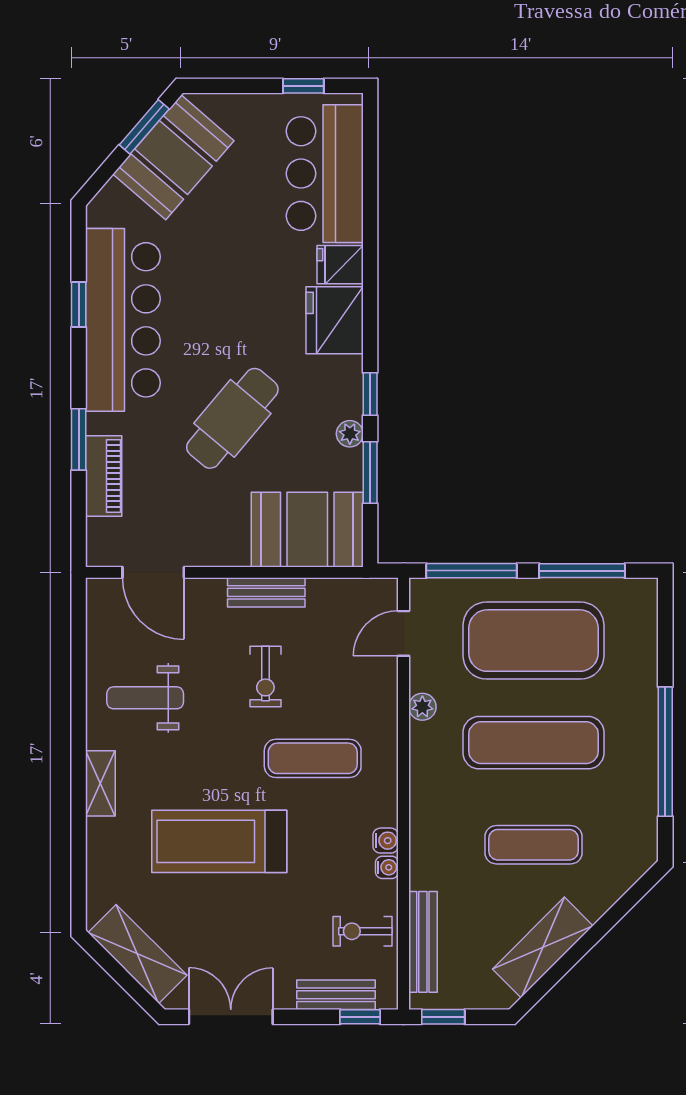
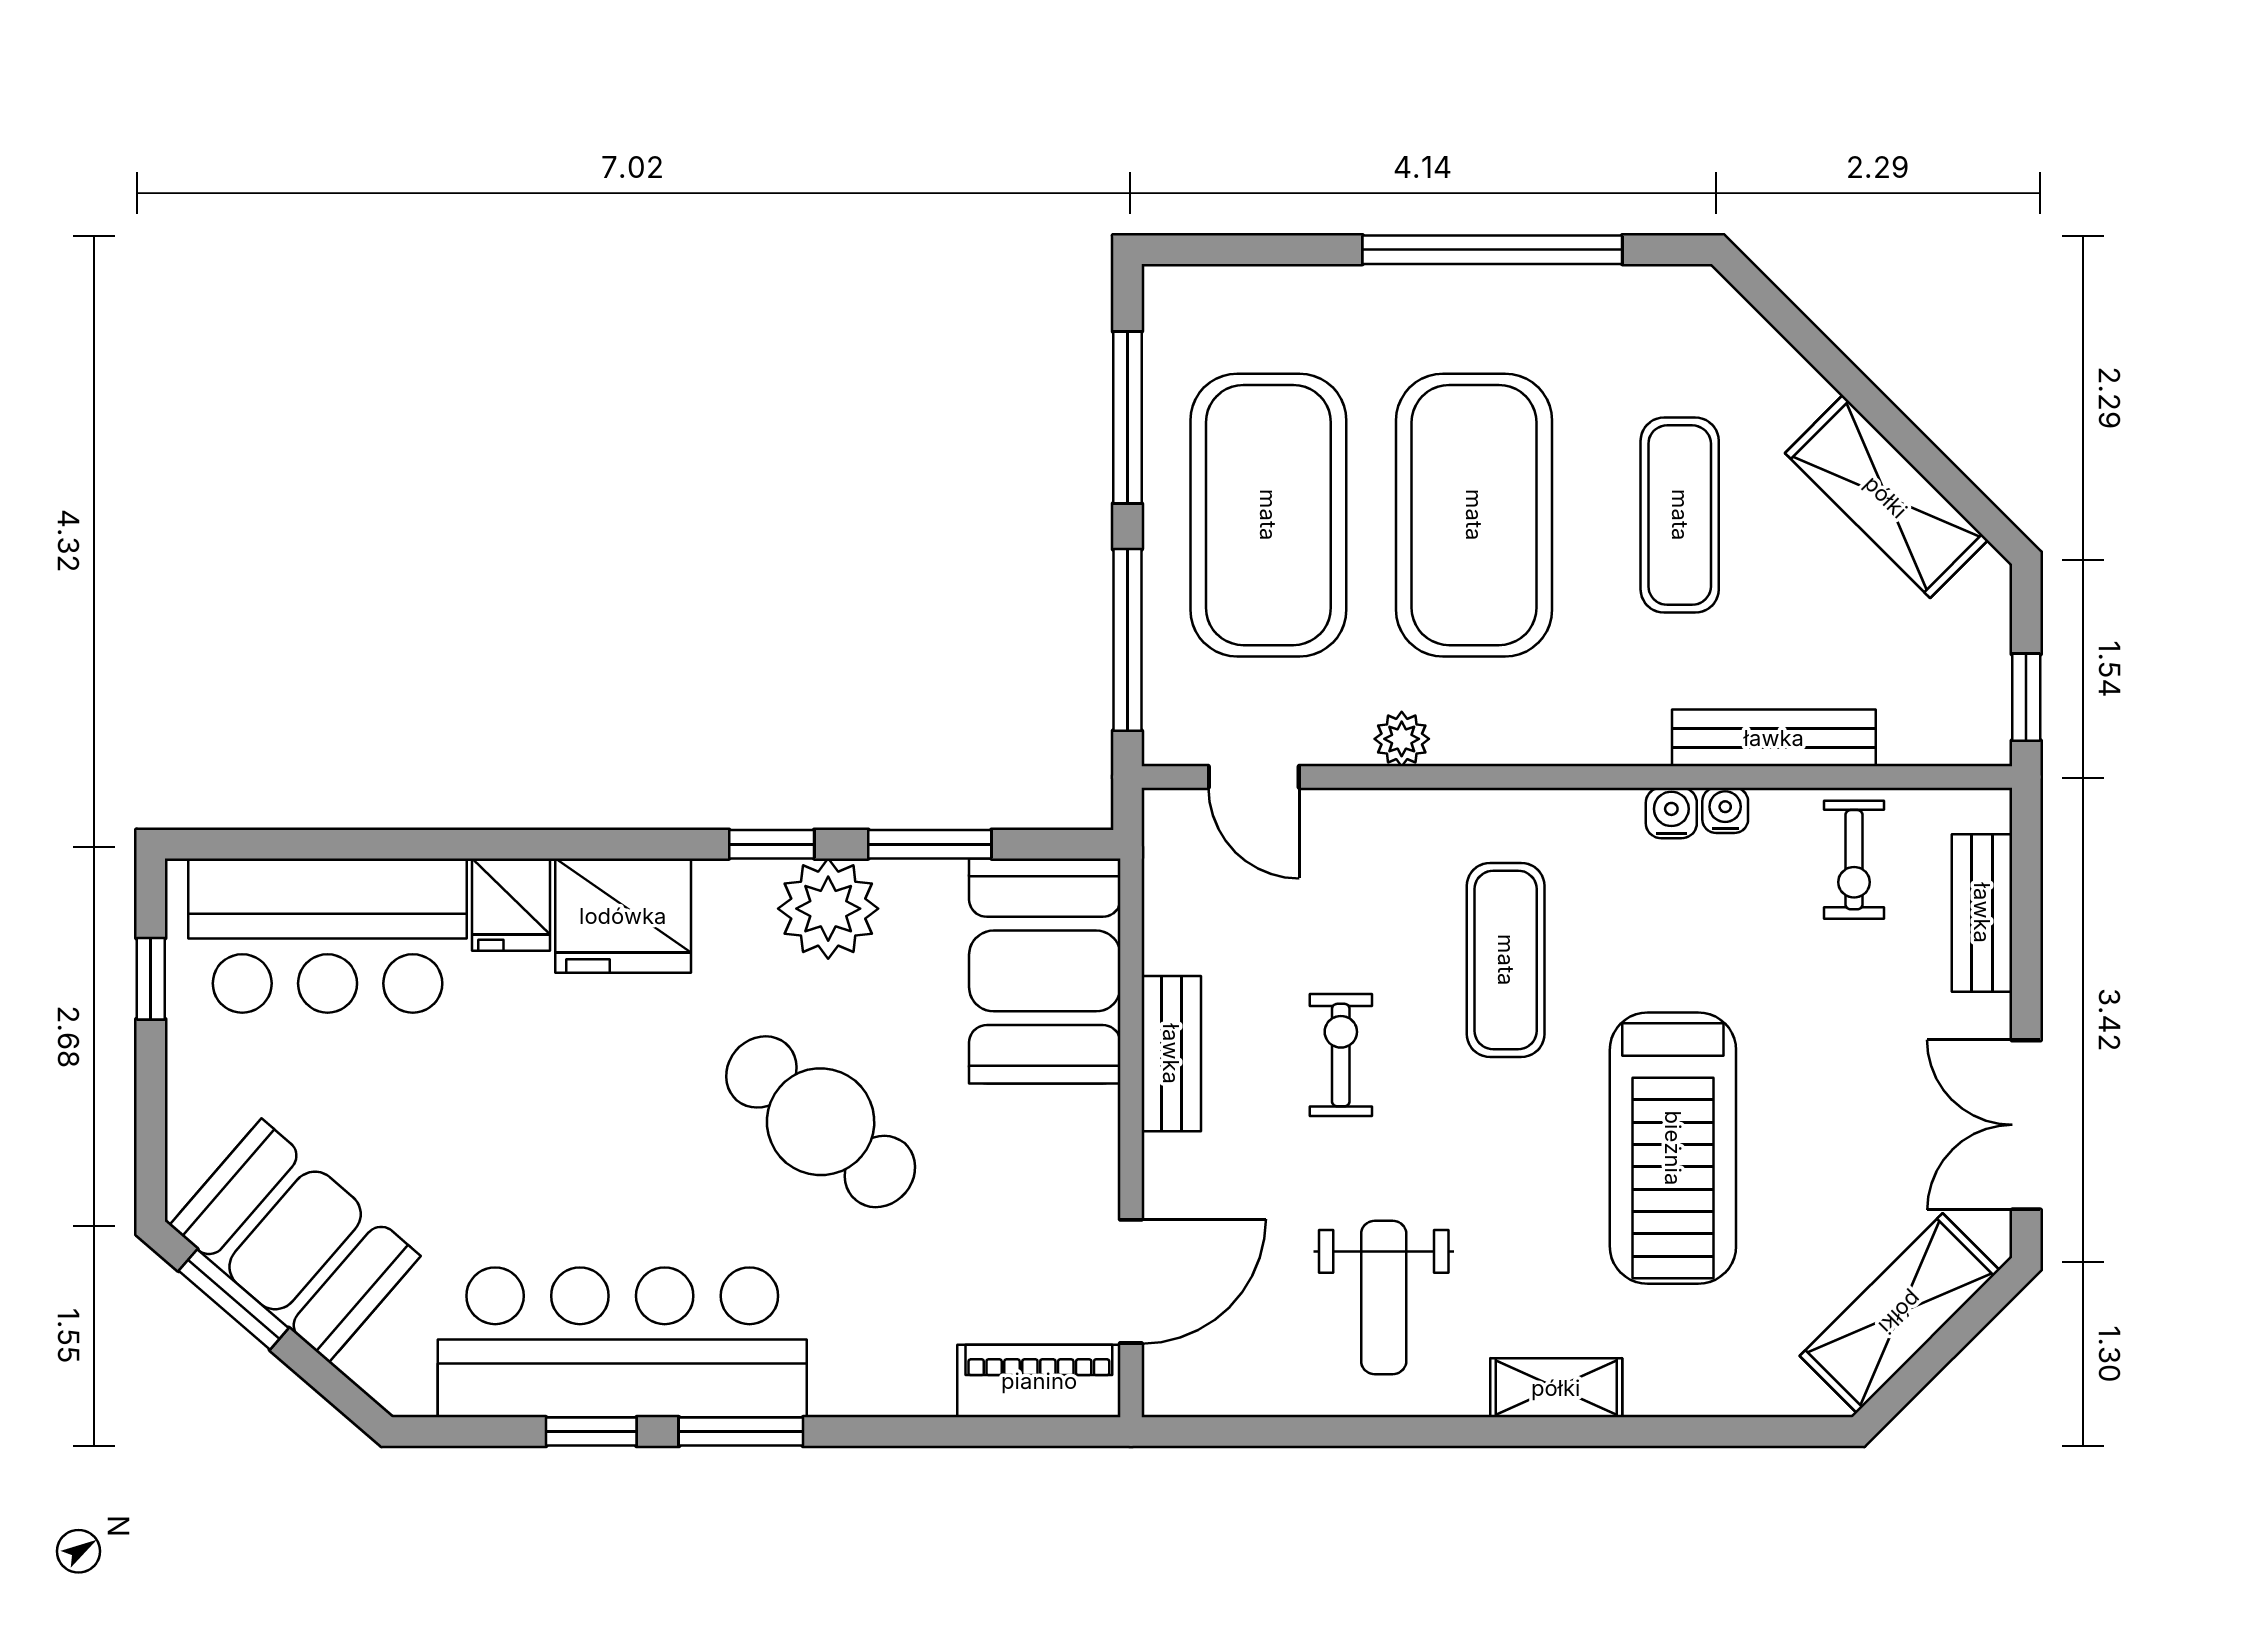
plant: (350, 434) -> (828, 909), width x1.88, depth x1.88
window: (79, 439) -> (741, 1432), moved
piano: (104, 476) -> (1039, 1381), moved
exercise bike: (265, 677) -> (1341, 1055), turned -90
exercise mat: (533, 743) -> (1474, 515), width x1.47
bench: (423, 942) -> (1774, 738), moved
window: (360, 1017) -> (2026, 865), removed

